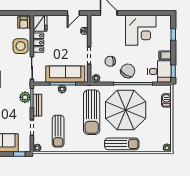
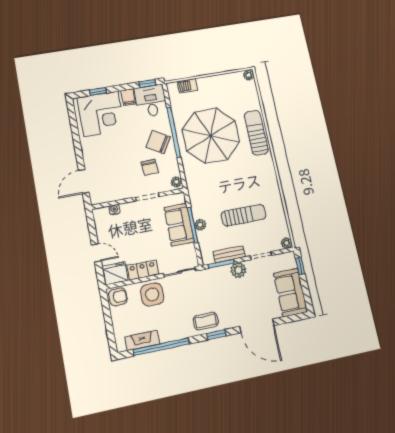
door: (73, 13) -> (96, 253), moved
corner desk: (141, 30) -> (101, 114), moved, turned 90
sofa: (65, 74) -> (179, 225), width x0.73
plant: (25, 97) -> (238, 270), moved
sun lounger: (92, 112) -> (223, 179), removed
sun lounger: (58, 131) -> (244, 215), moved

